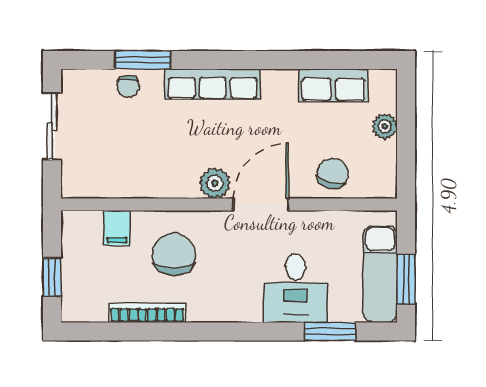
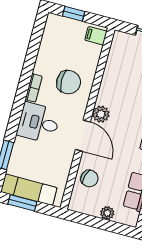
filing cabinet: (117, 228) -> (96, 36), moved
desk: (295, 288) -> (38, 123), moved
bookcase: (147, 313) -> (34, 88), moved, width x0.64

